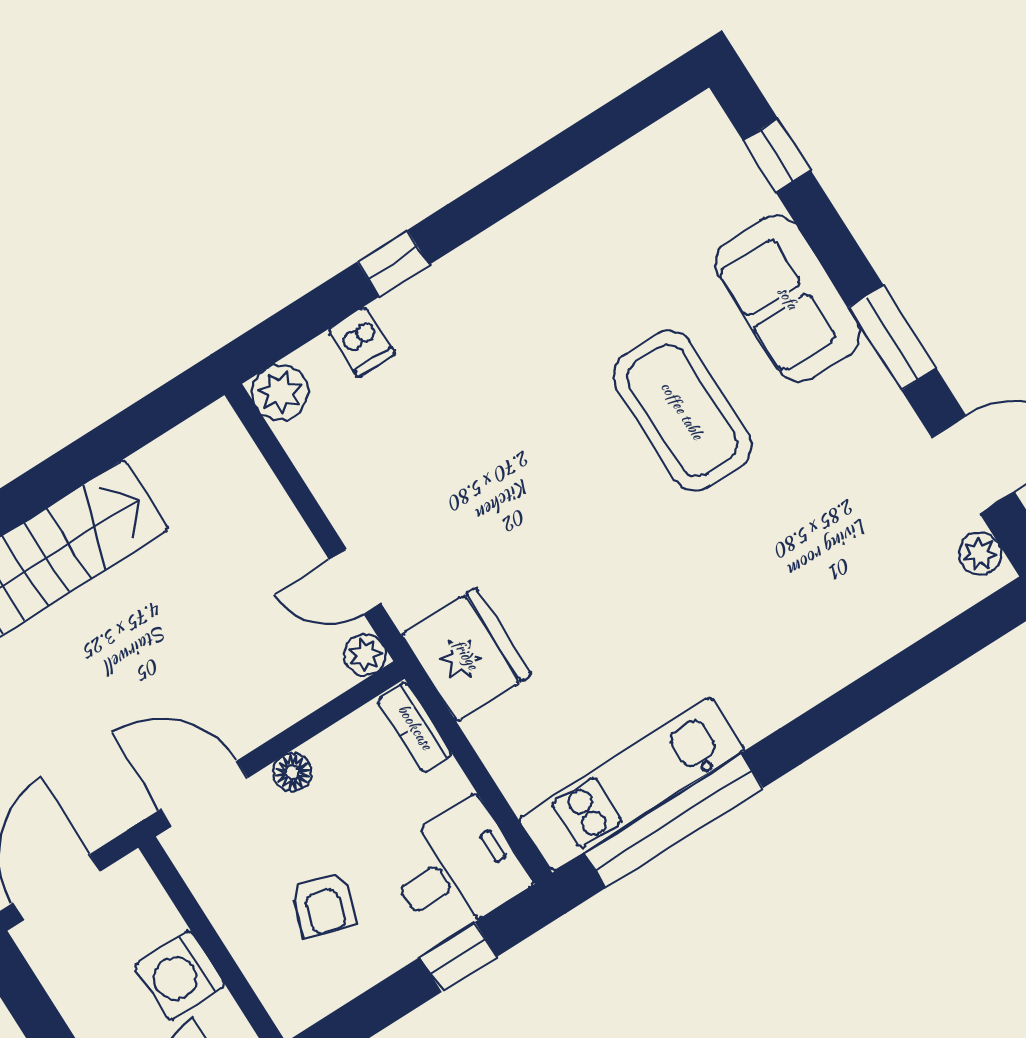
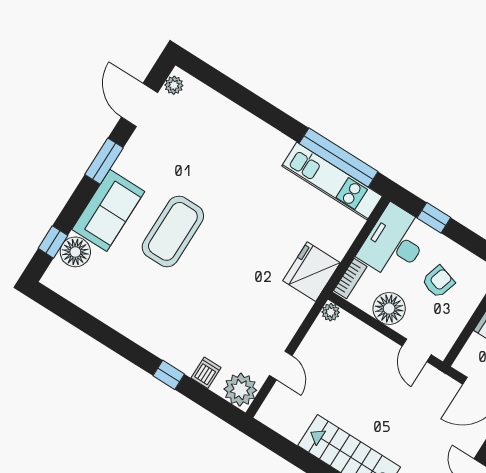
floor lamp: (735, 191) -> (75, 252), added
plant: (280, 392) -> (240, 390), width x1.36, depth x1.36
door: (355, 582) -> (281, 365), moved
floor lamp: (292, 773) -> (389, 308), width x1.89, depth x1.89
door: (204, 794) -> (417, 350), width x0.73
desk: (456, 869) -> (394, 243), width x1.37

